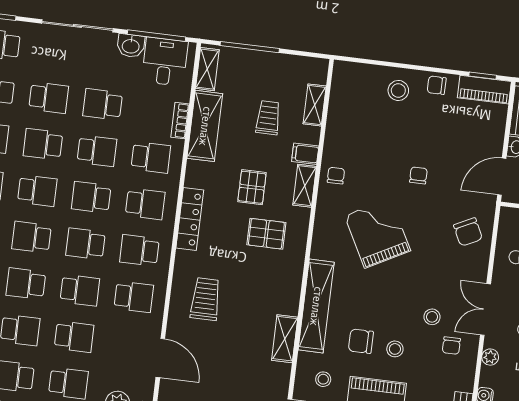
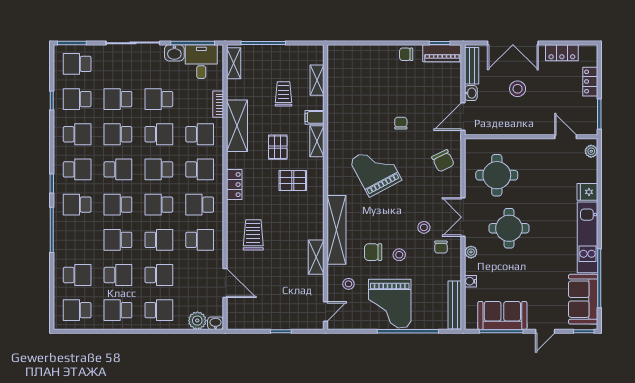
stool: (398, 90) -> (378, 62), removed
school desk: (49, 98) -> (118, 99), turned 180
shelving: (205, 126) -> (237, 126), moved
chair: (336, 176) -> (339, 131), removed
locker: (190, 219) -> (234, 185), width x0.66

